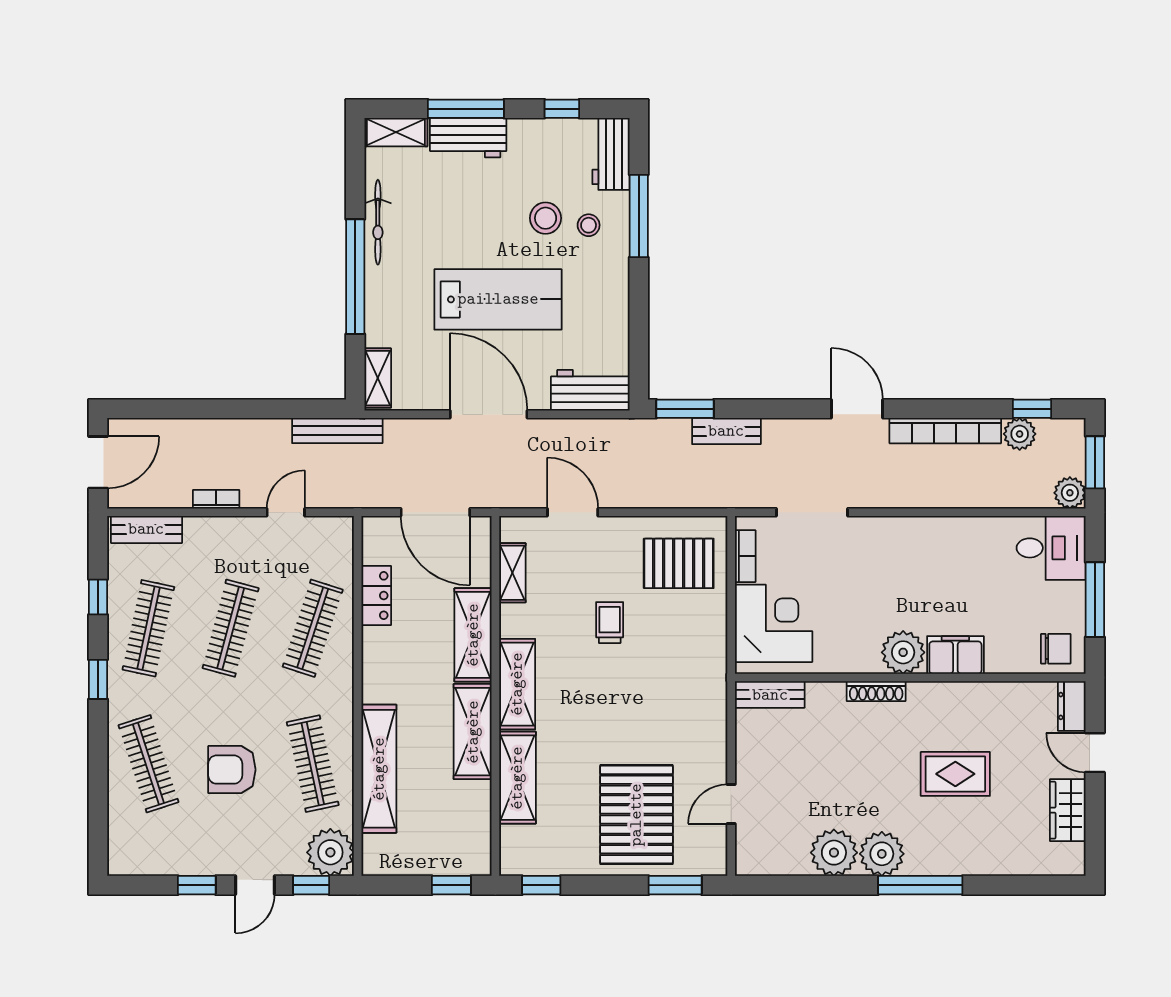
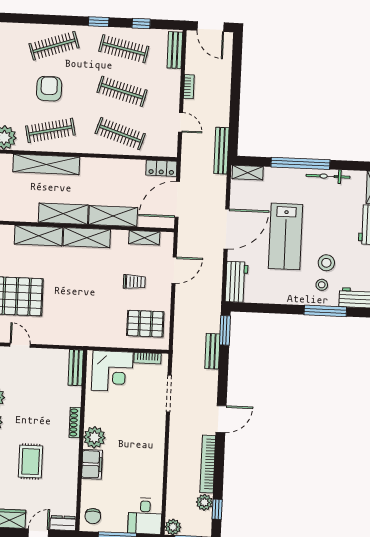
pallet: (679, 563) -> (145, 324), turned 90
locker: (376, 596) -> (161, 168), moved
trolley: (610, 623) -> (134, 282), moved

